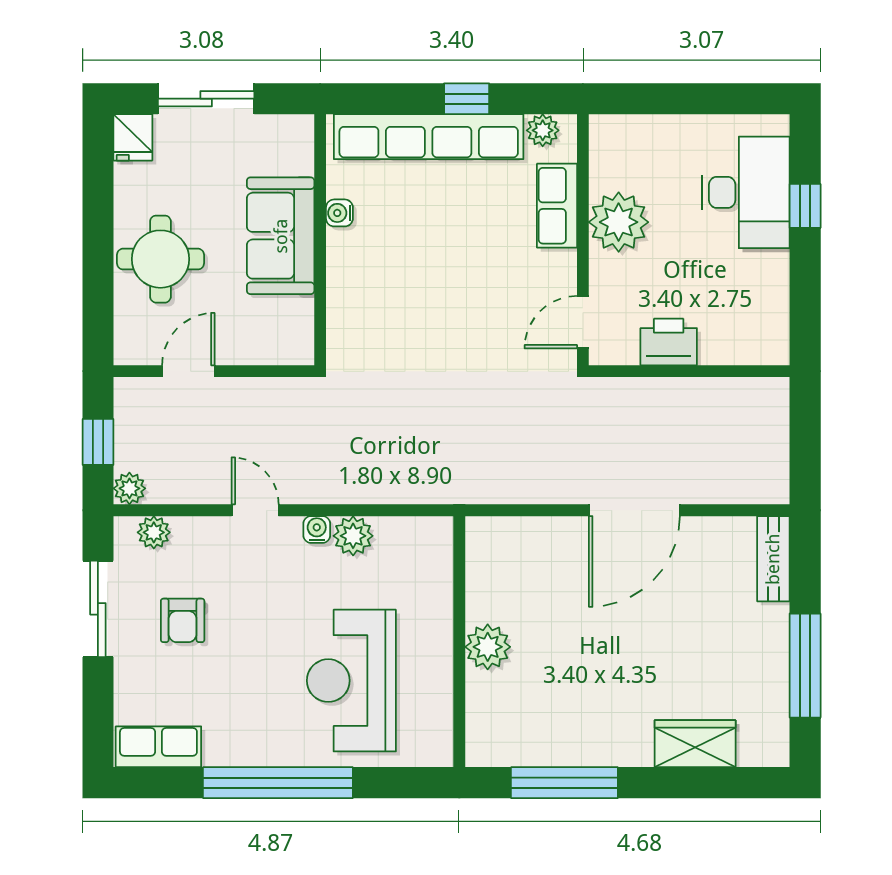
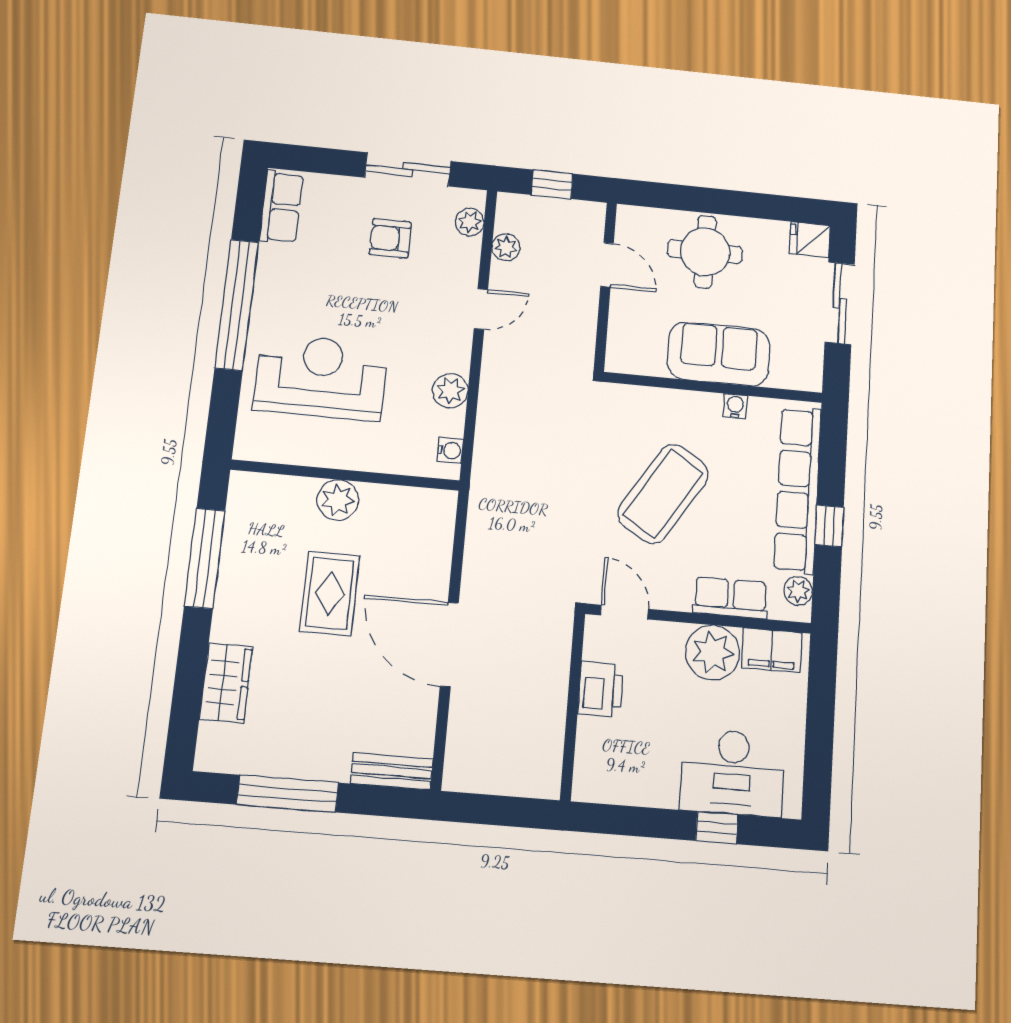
filing cabinet: (611, 156) -> (772, 650), added
coffee table: (448, 288) -> (663, 494), added
plant: (129, 488) -> (506, 247), moved
water cooler: (317, 529) -> (450, 450), moved
rug: (591, 644) -> (330, 593), added

